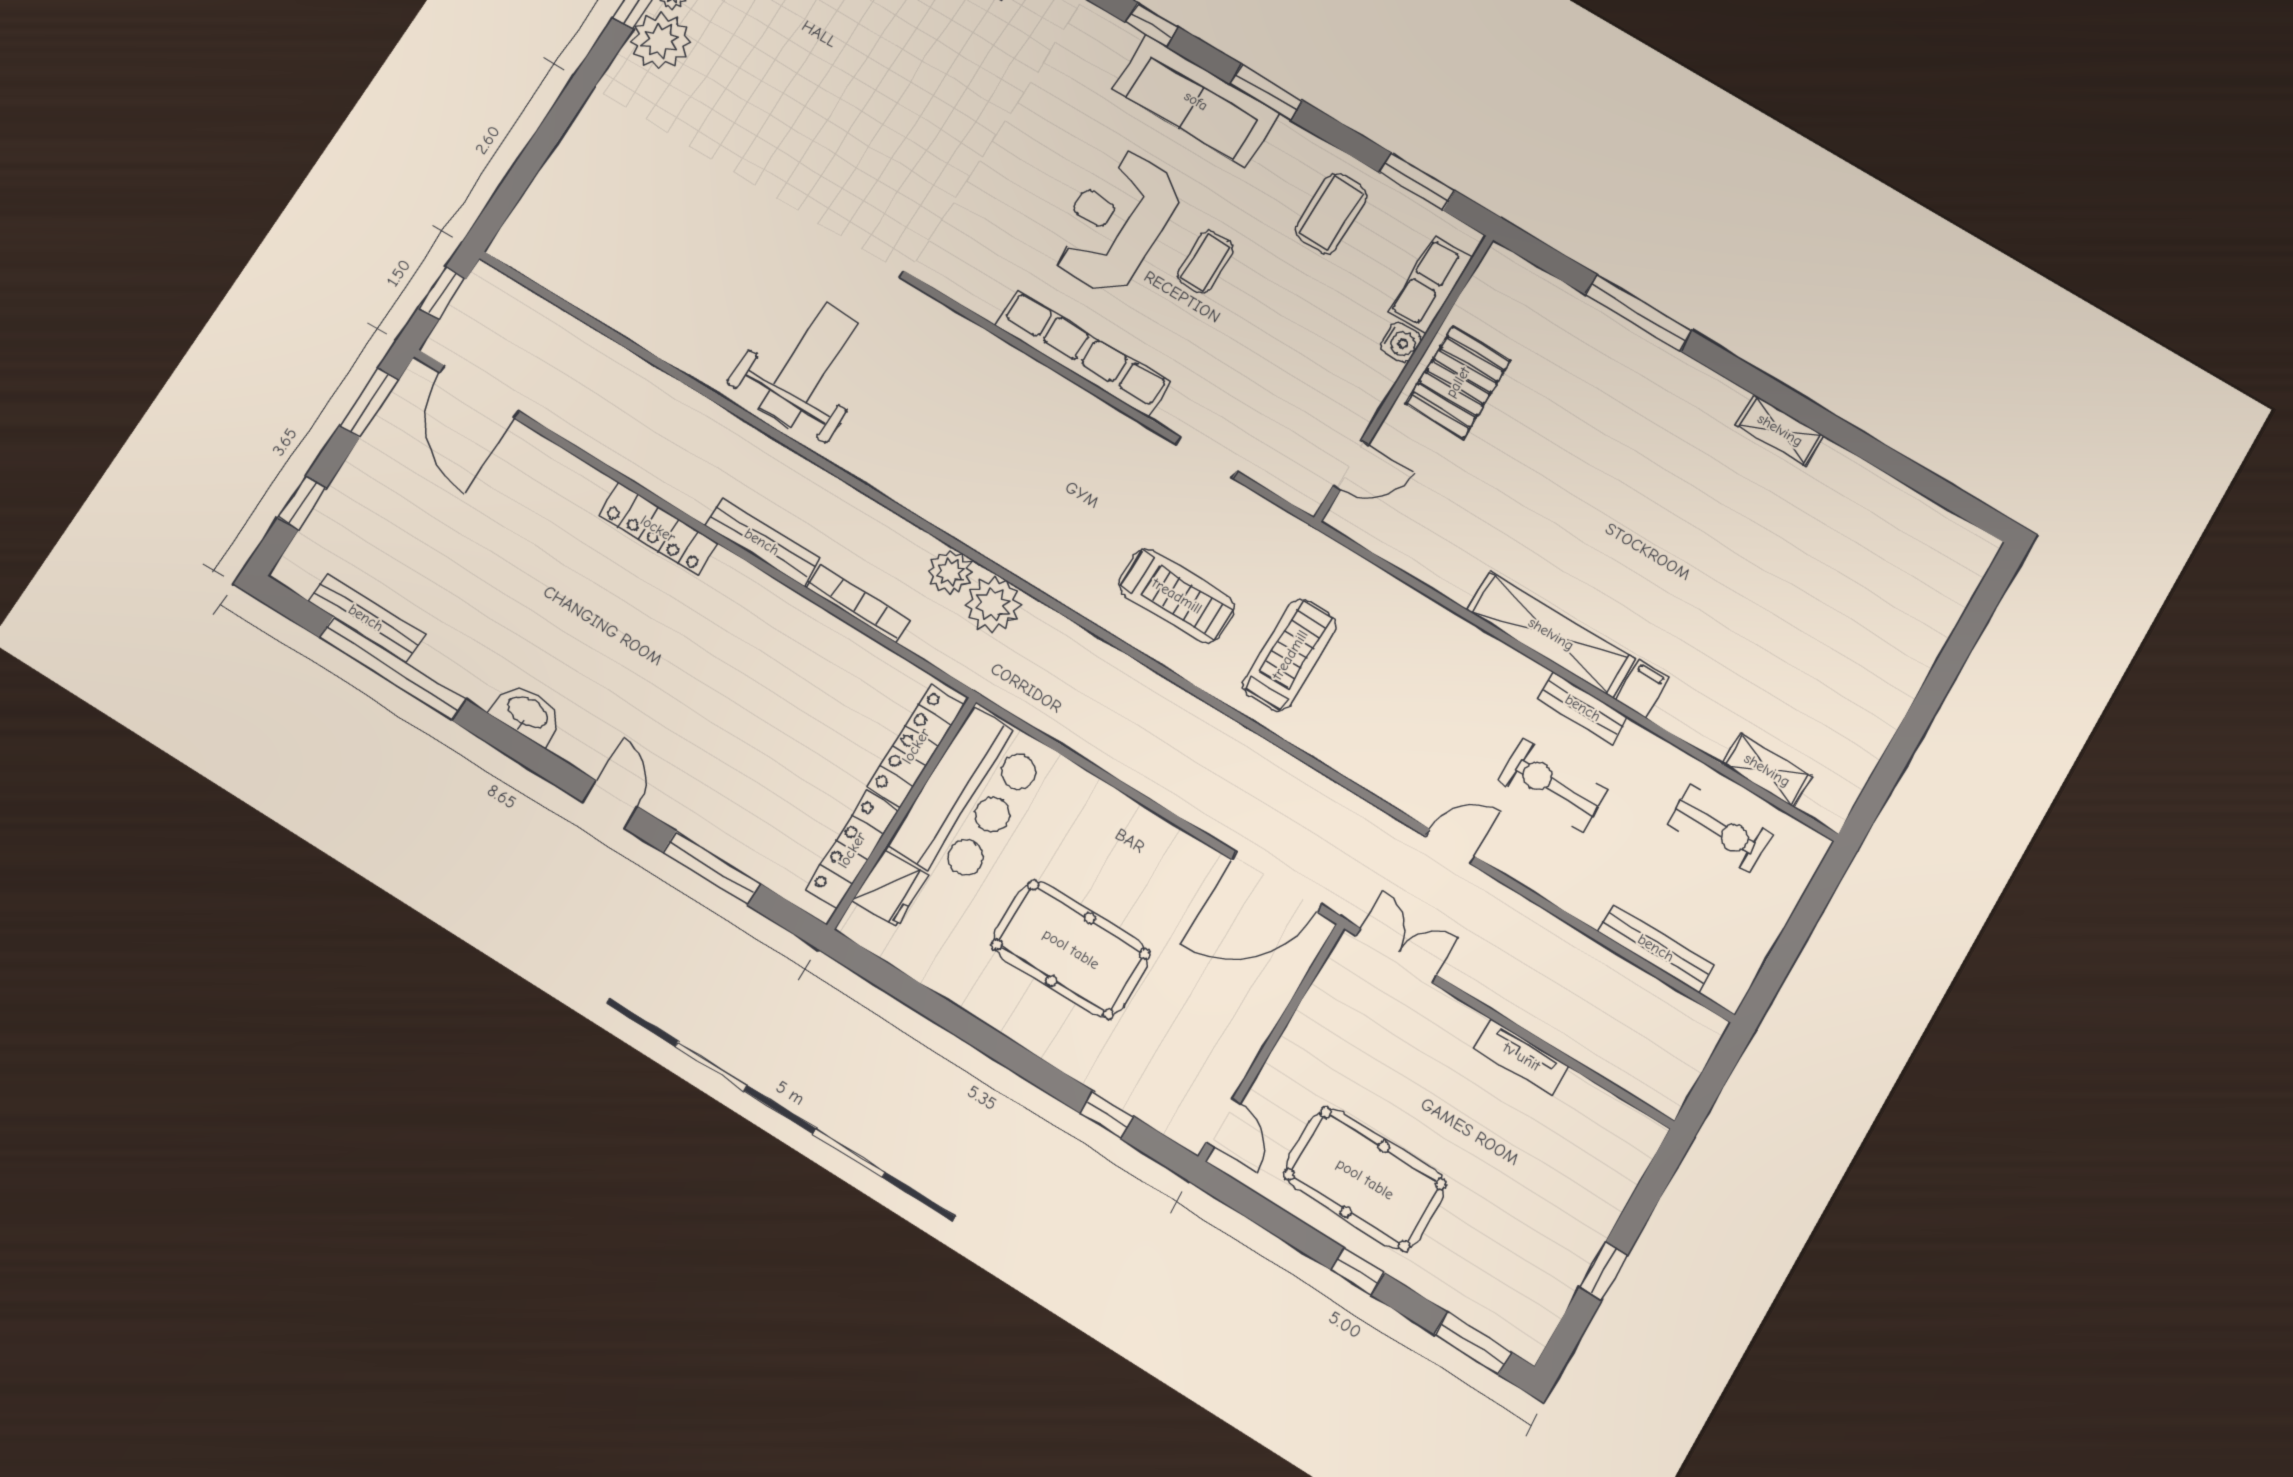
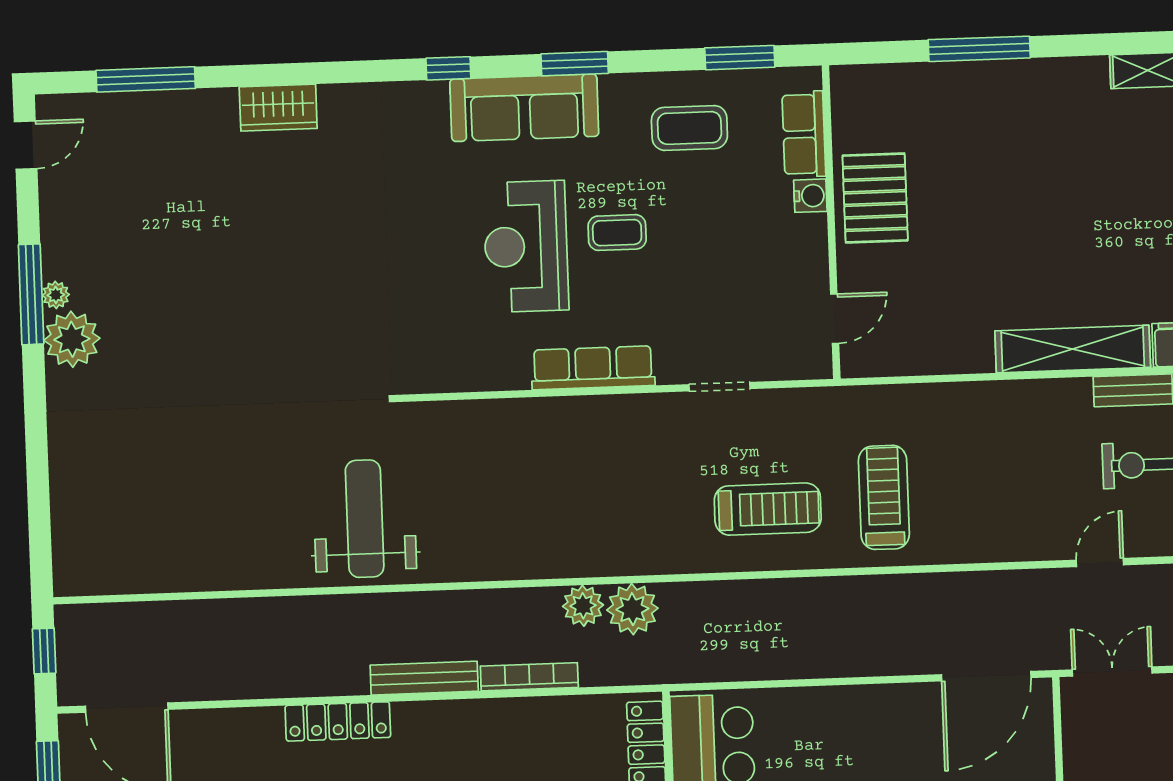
coffee table: (1331, 213) -> (689, 128), turned 90
coffee table: (1205, 262) -> (617, 233), turned 90
row of seats: (1083, 354) -> (593, 368), width x0.73

